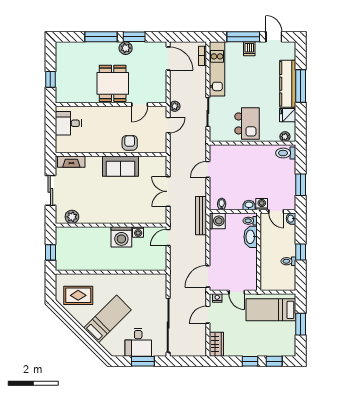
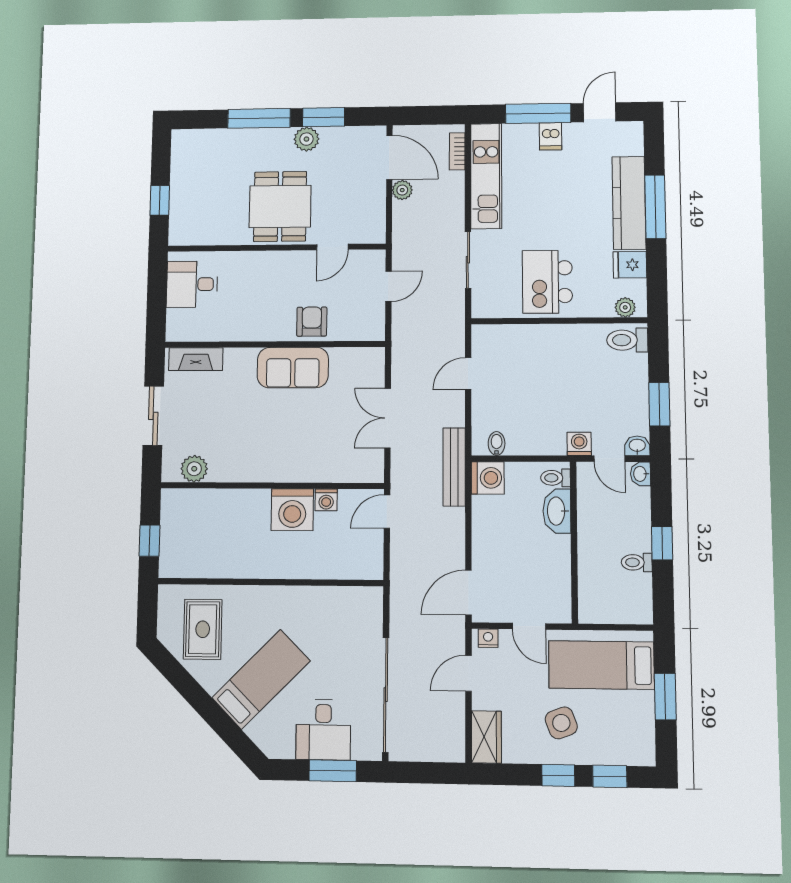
door: (274, 37) -> (600, 112), hinge flipped
plant: (175, 106) -> (402, 190), moved
kitchen island: (247, 123) -> (547, 282), turned 180
washbasin: (249, 205) -> (637, 446), moved
rug: (78, 295) -> (203, 629), turned 90
side table: (252, 337) -> (561, 723), added

